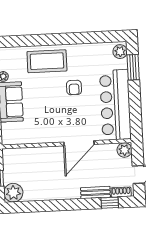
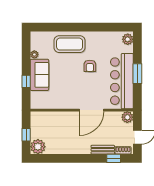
window: (133, 67) -> (137, 74), moved

